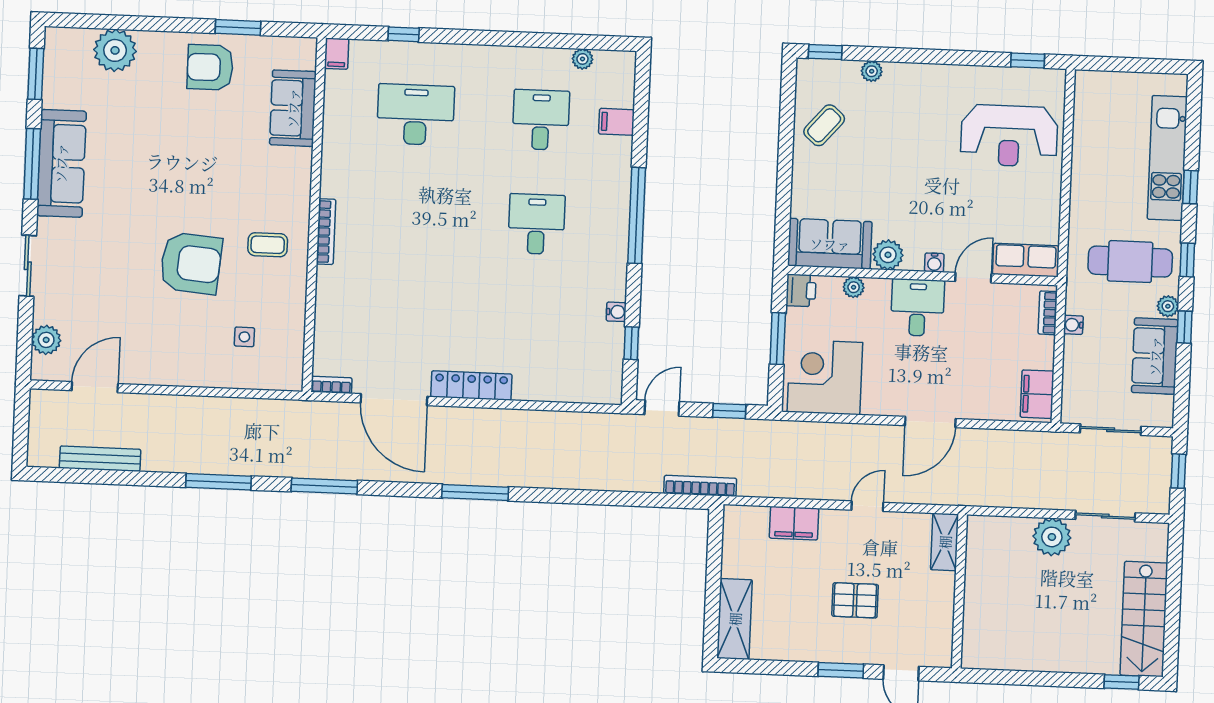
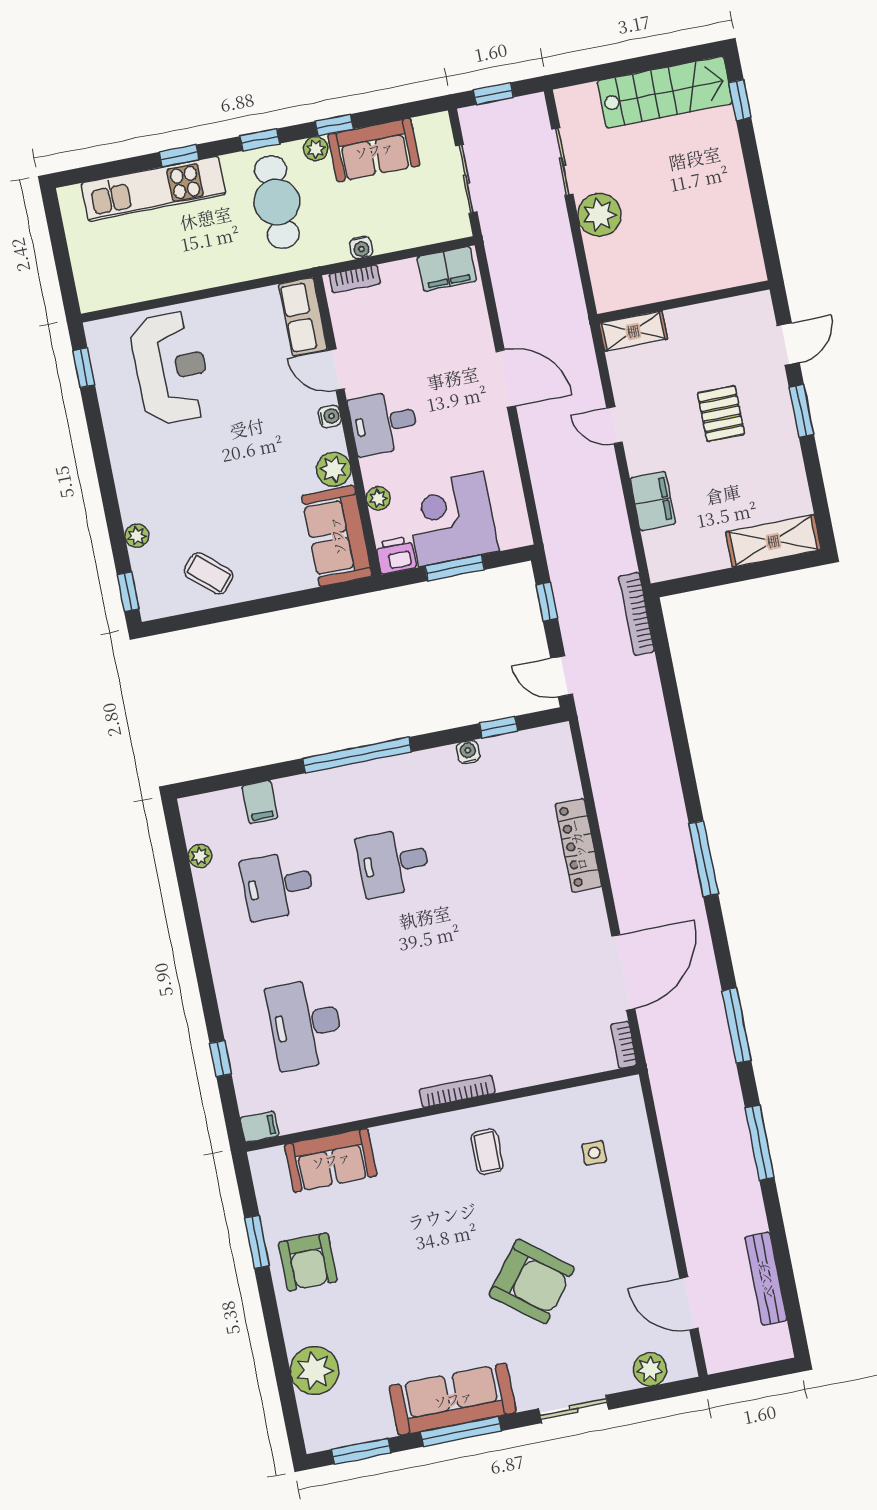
armchair: (191, 263) -> (532, 1281), moved, turned 123
corner desk: (825, 377) -> (451, 519), moved, turned 90
locker: (471, 386) -> (578, 845), moved

